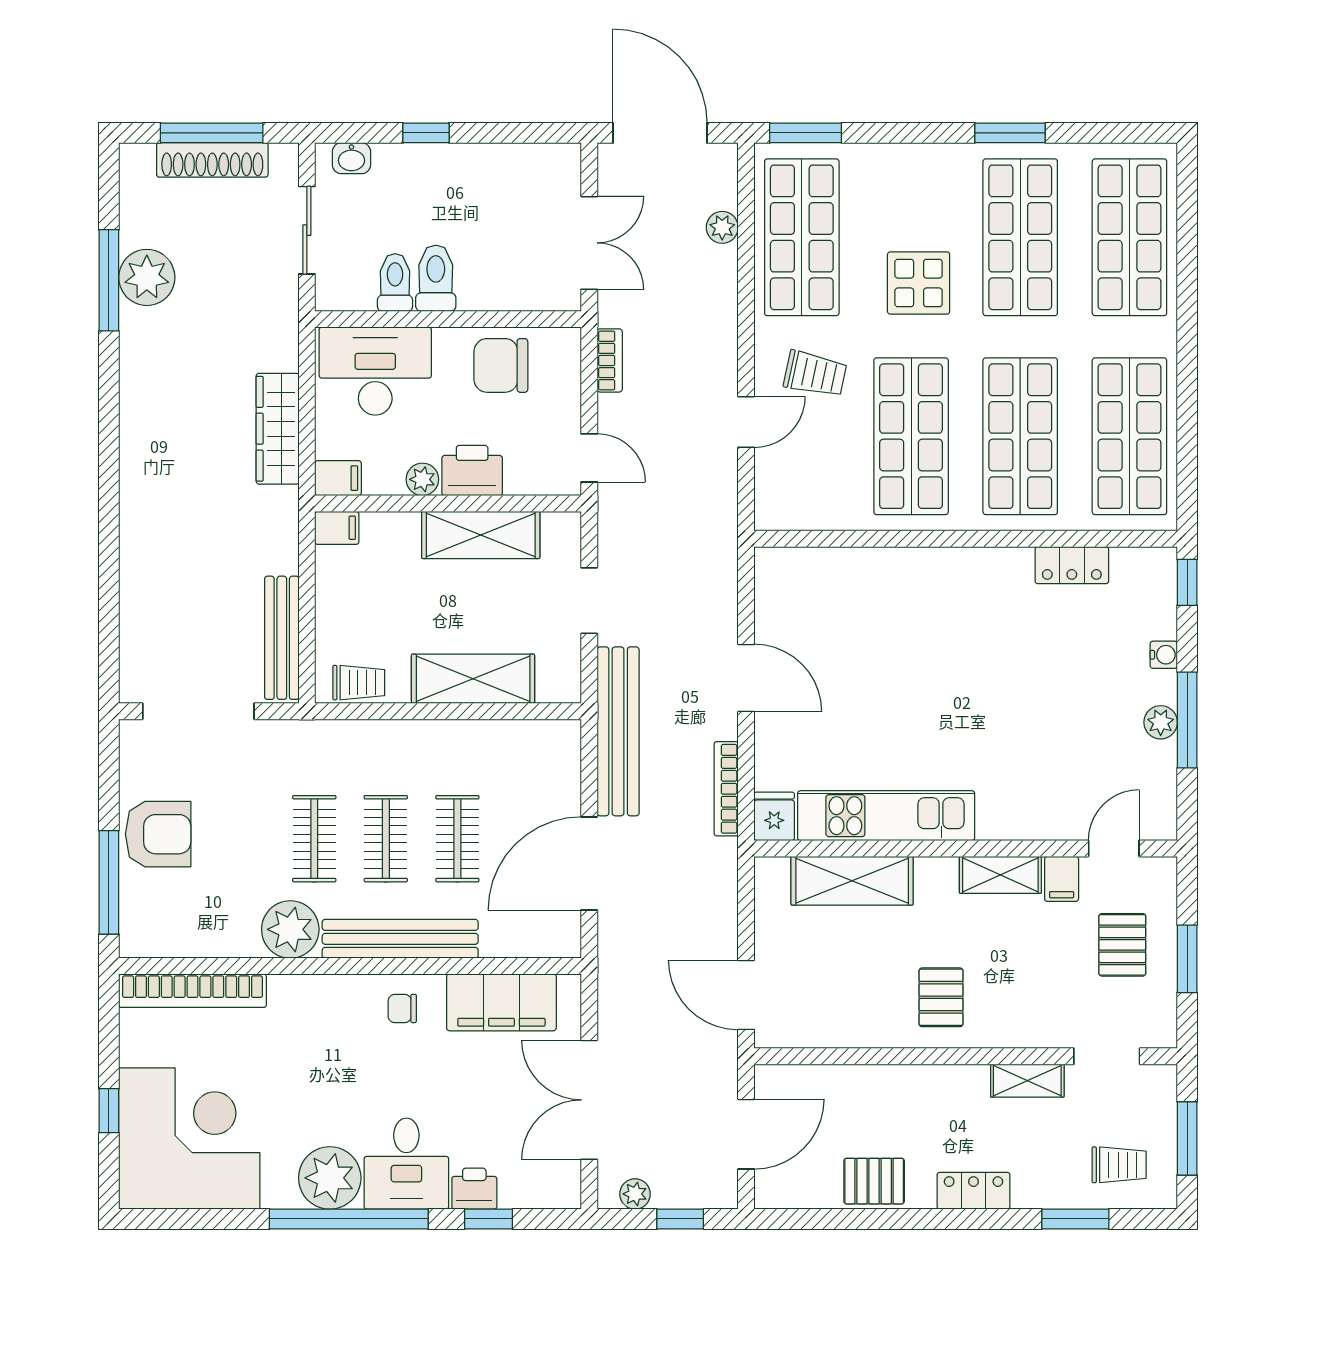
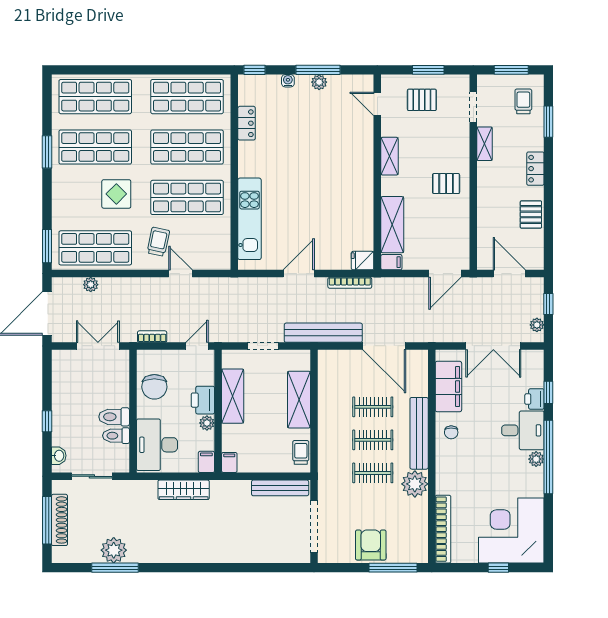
kitchen unit: (886, 816) -> (249, 219), moved, turned 180
filing cabinet: (1062, 879) -> (391, 262), moved
plant: (330, 1178) -> (536, 459), width x0.53, depth x0.53

